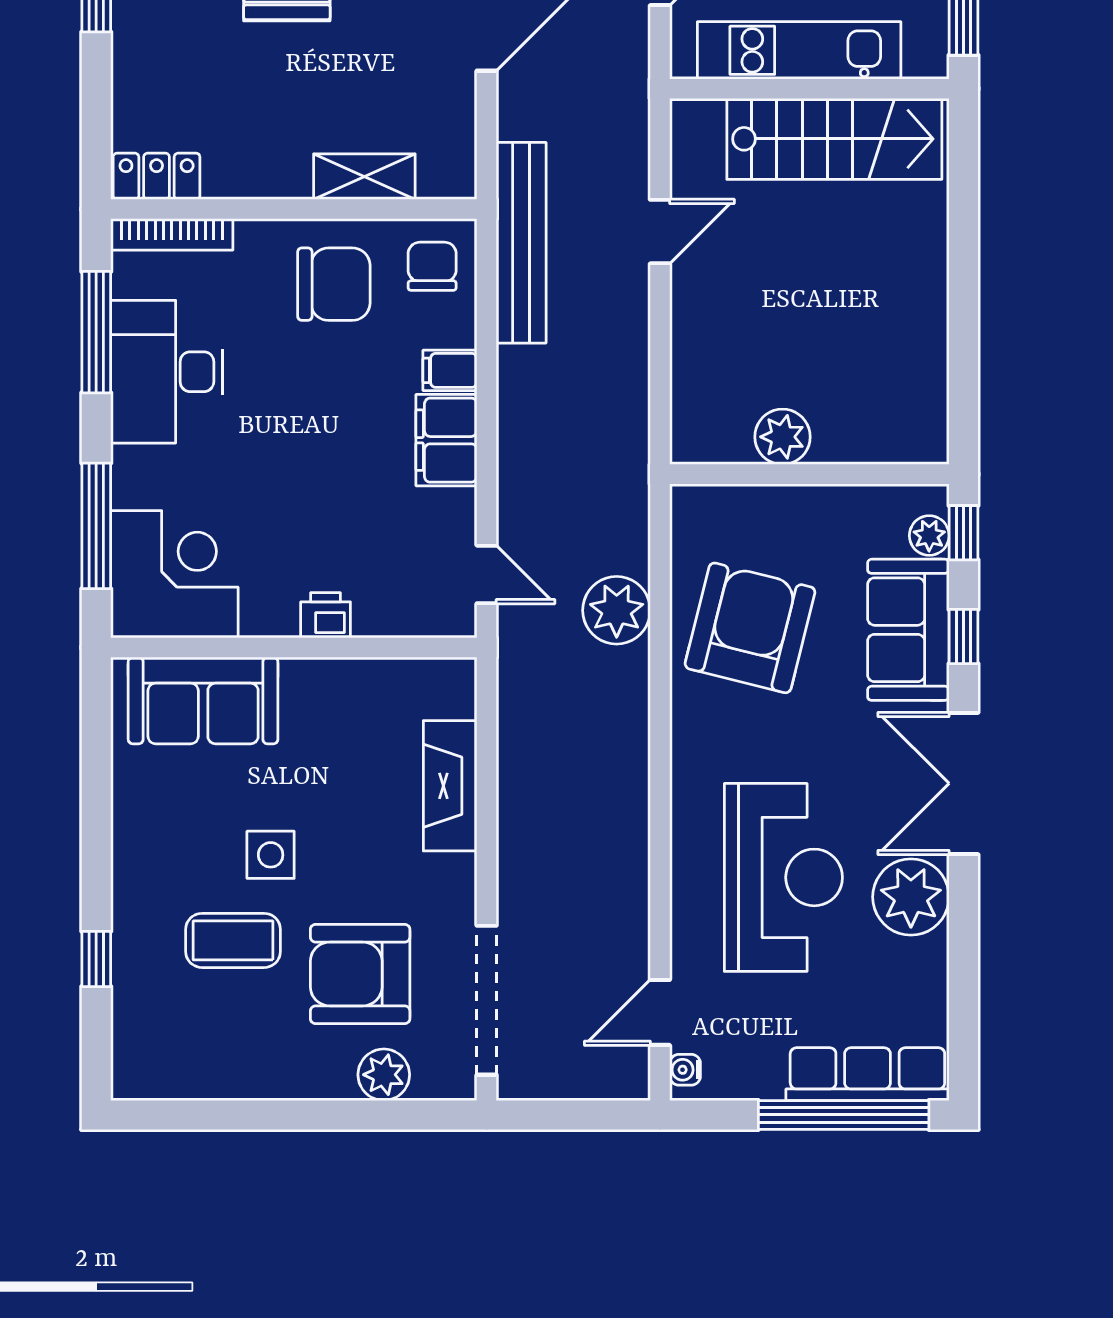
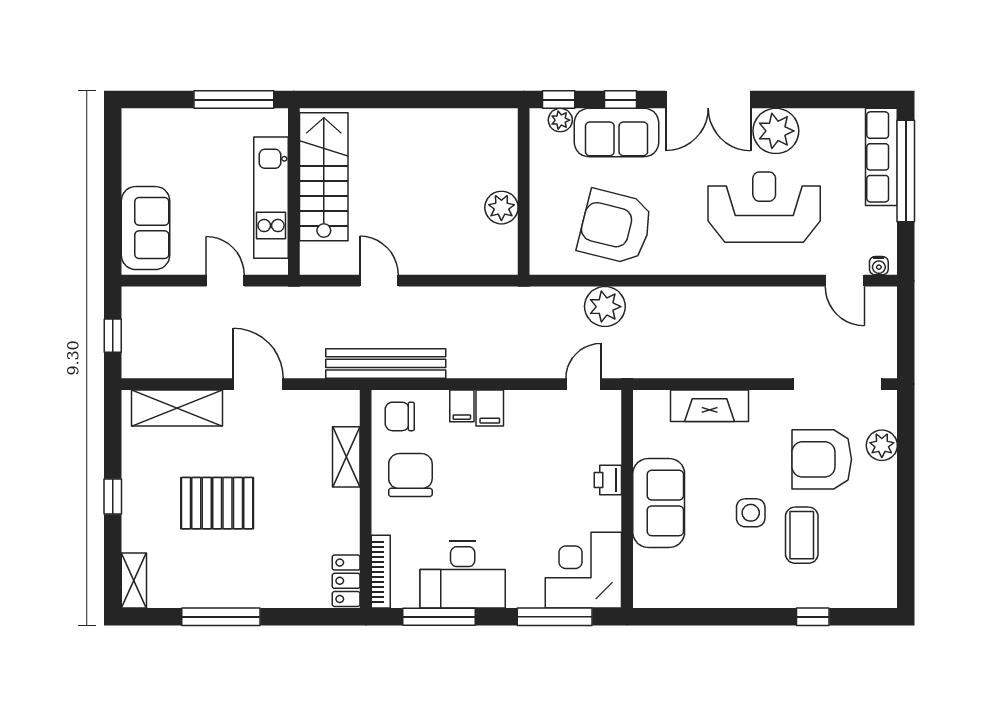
filing cabinet: (446, 440) -> (490, 408), width x0.50
sofa: (203, 700) -> (659, 503), moved
armchair: (360, 974) -> (822, 459), turned 90

